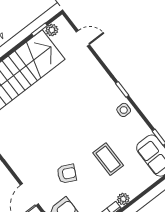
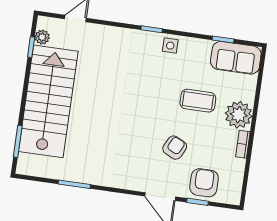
plant: (123, 199) -> (239, 115), width x1.87, depth x1.87

